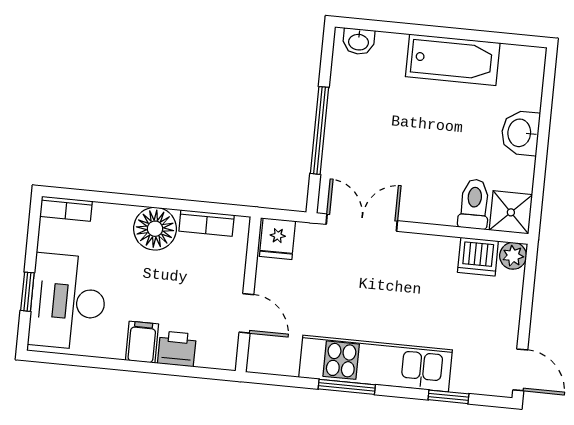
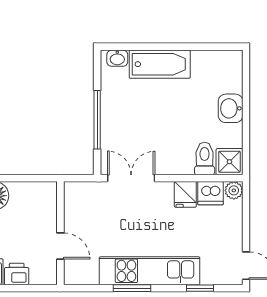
bathtub: (453, 60) -> (160, 64), moved
bookcase: (207, 223) -> (28, 189), removed
fridge: (277, 239) -> (185, 194), moved

